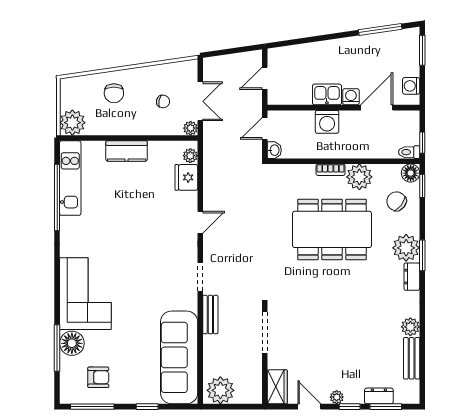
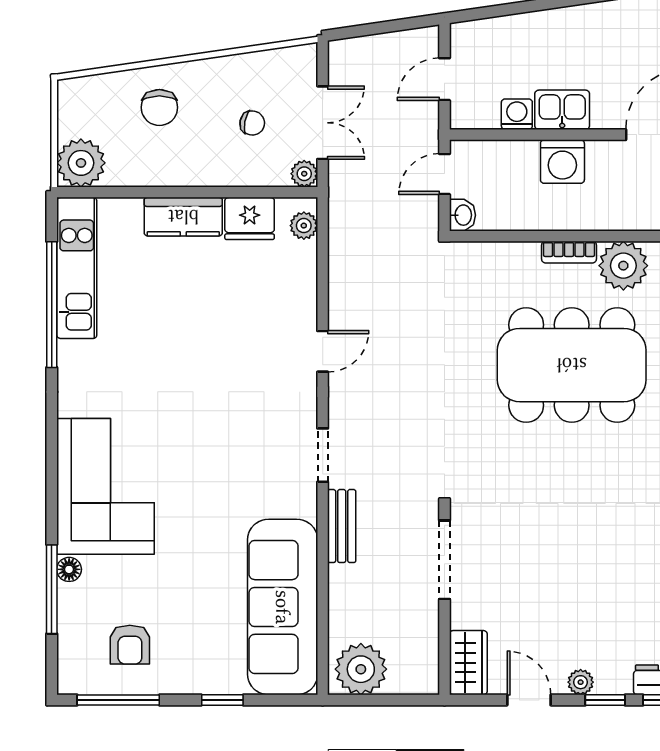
washing machine: (351, 97) -> (517, 114), moved
fridge: (186, 177) -> (250, 218), moved, turned -90
floor lamp: (72, 343) -> (69, 569), width x0.53, depth x0.53
armchair: (98, 377) -> (130, 645), turned 90

